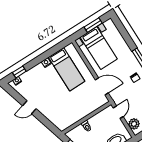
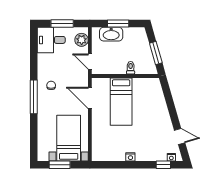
bed: (67, 69) -> (121, 102), moved, turned 180
door: (29, 107) -> (180, 136), moved
door: (118, 112) -> (90, 62), hinge flipped

